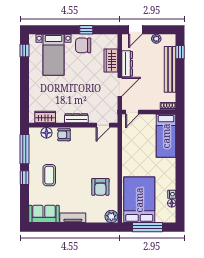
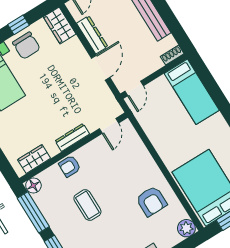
chair: (83, 45) -> (26, 46), turned -90
wardrobe: (111, 60) -> (60, 25), moved
floor lamp: (46, 133) -> (33, 185), moved
coffee table: (49, 175) -> (87, 205), moved

